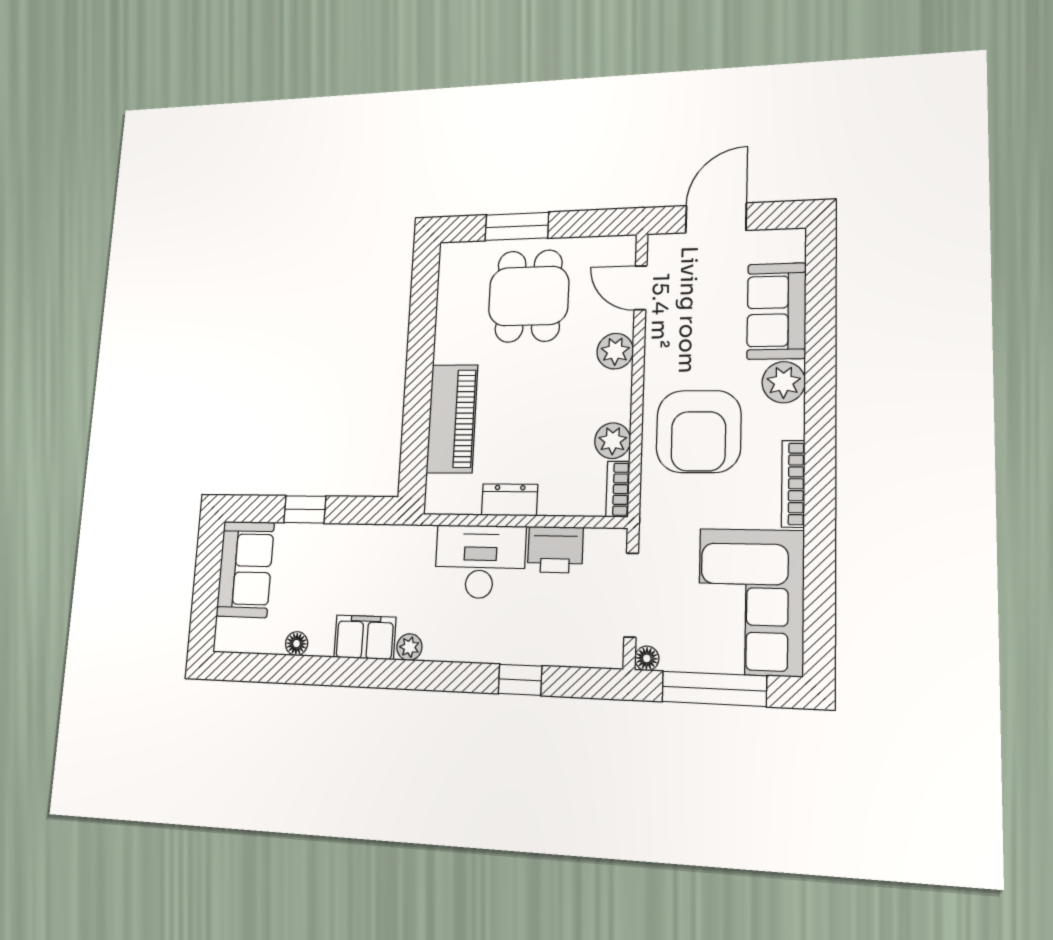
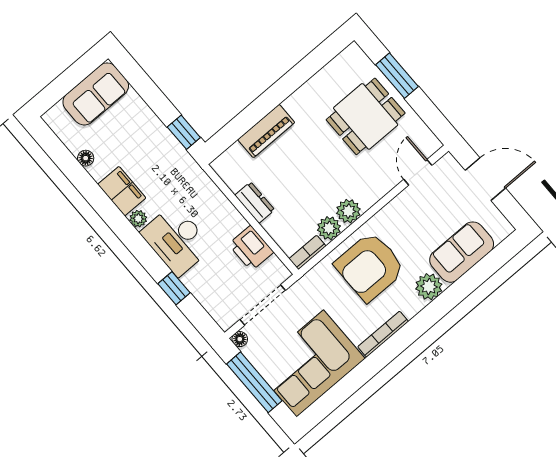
plant: (615, 351) -> (348, 211), moved
piano: (452, 419) -> (266, 131), width x0.73, depth x0.75
window: (305, 509) -> (184, 132), moved
desk: (480, 562) -> (177, 240), moved, turned 180

